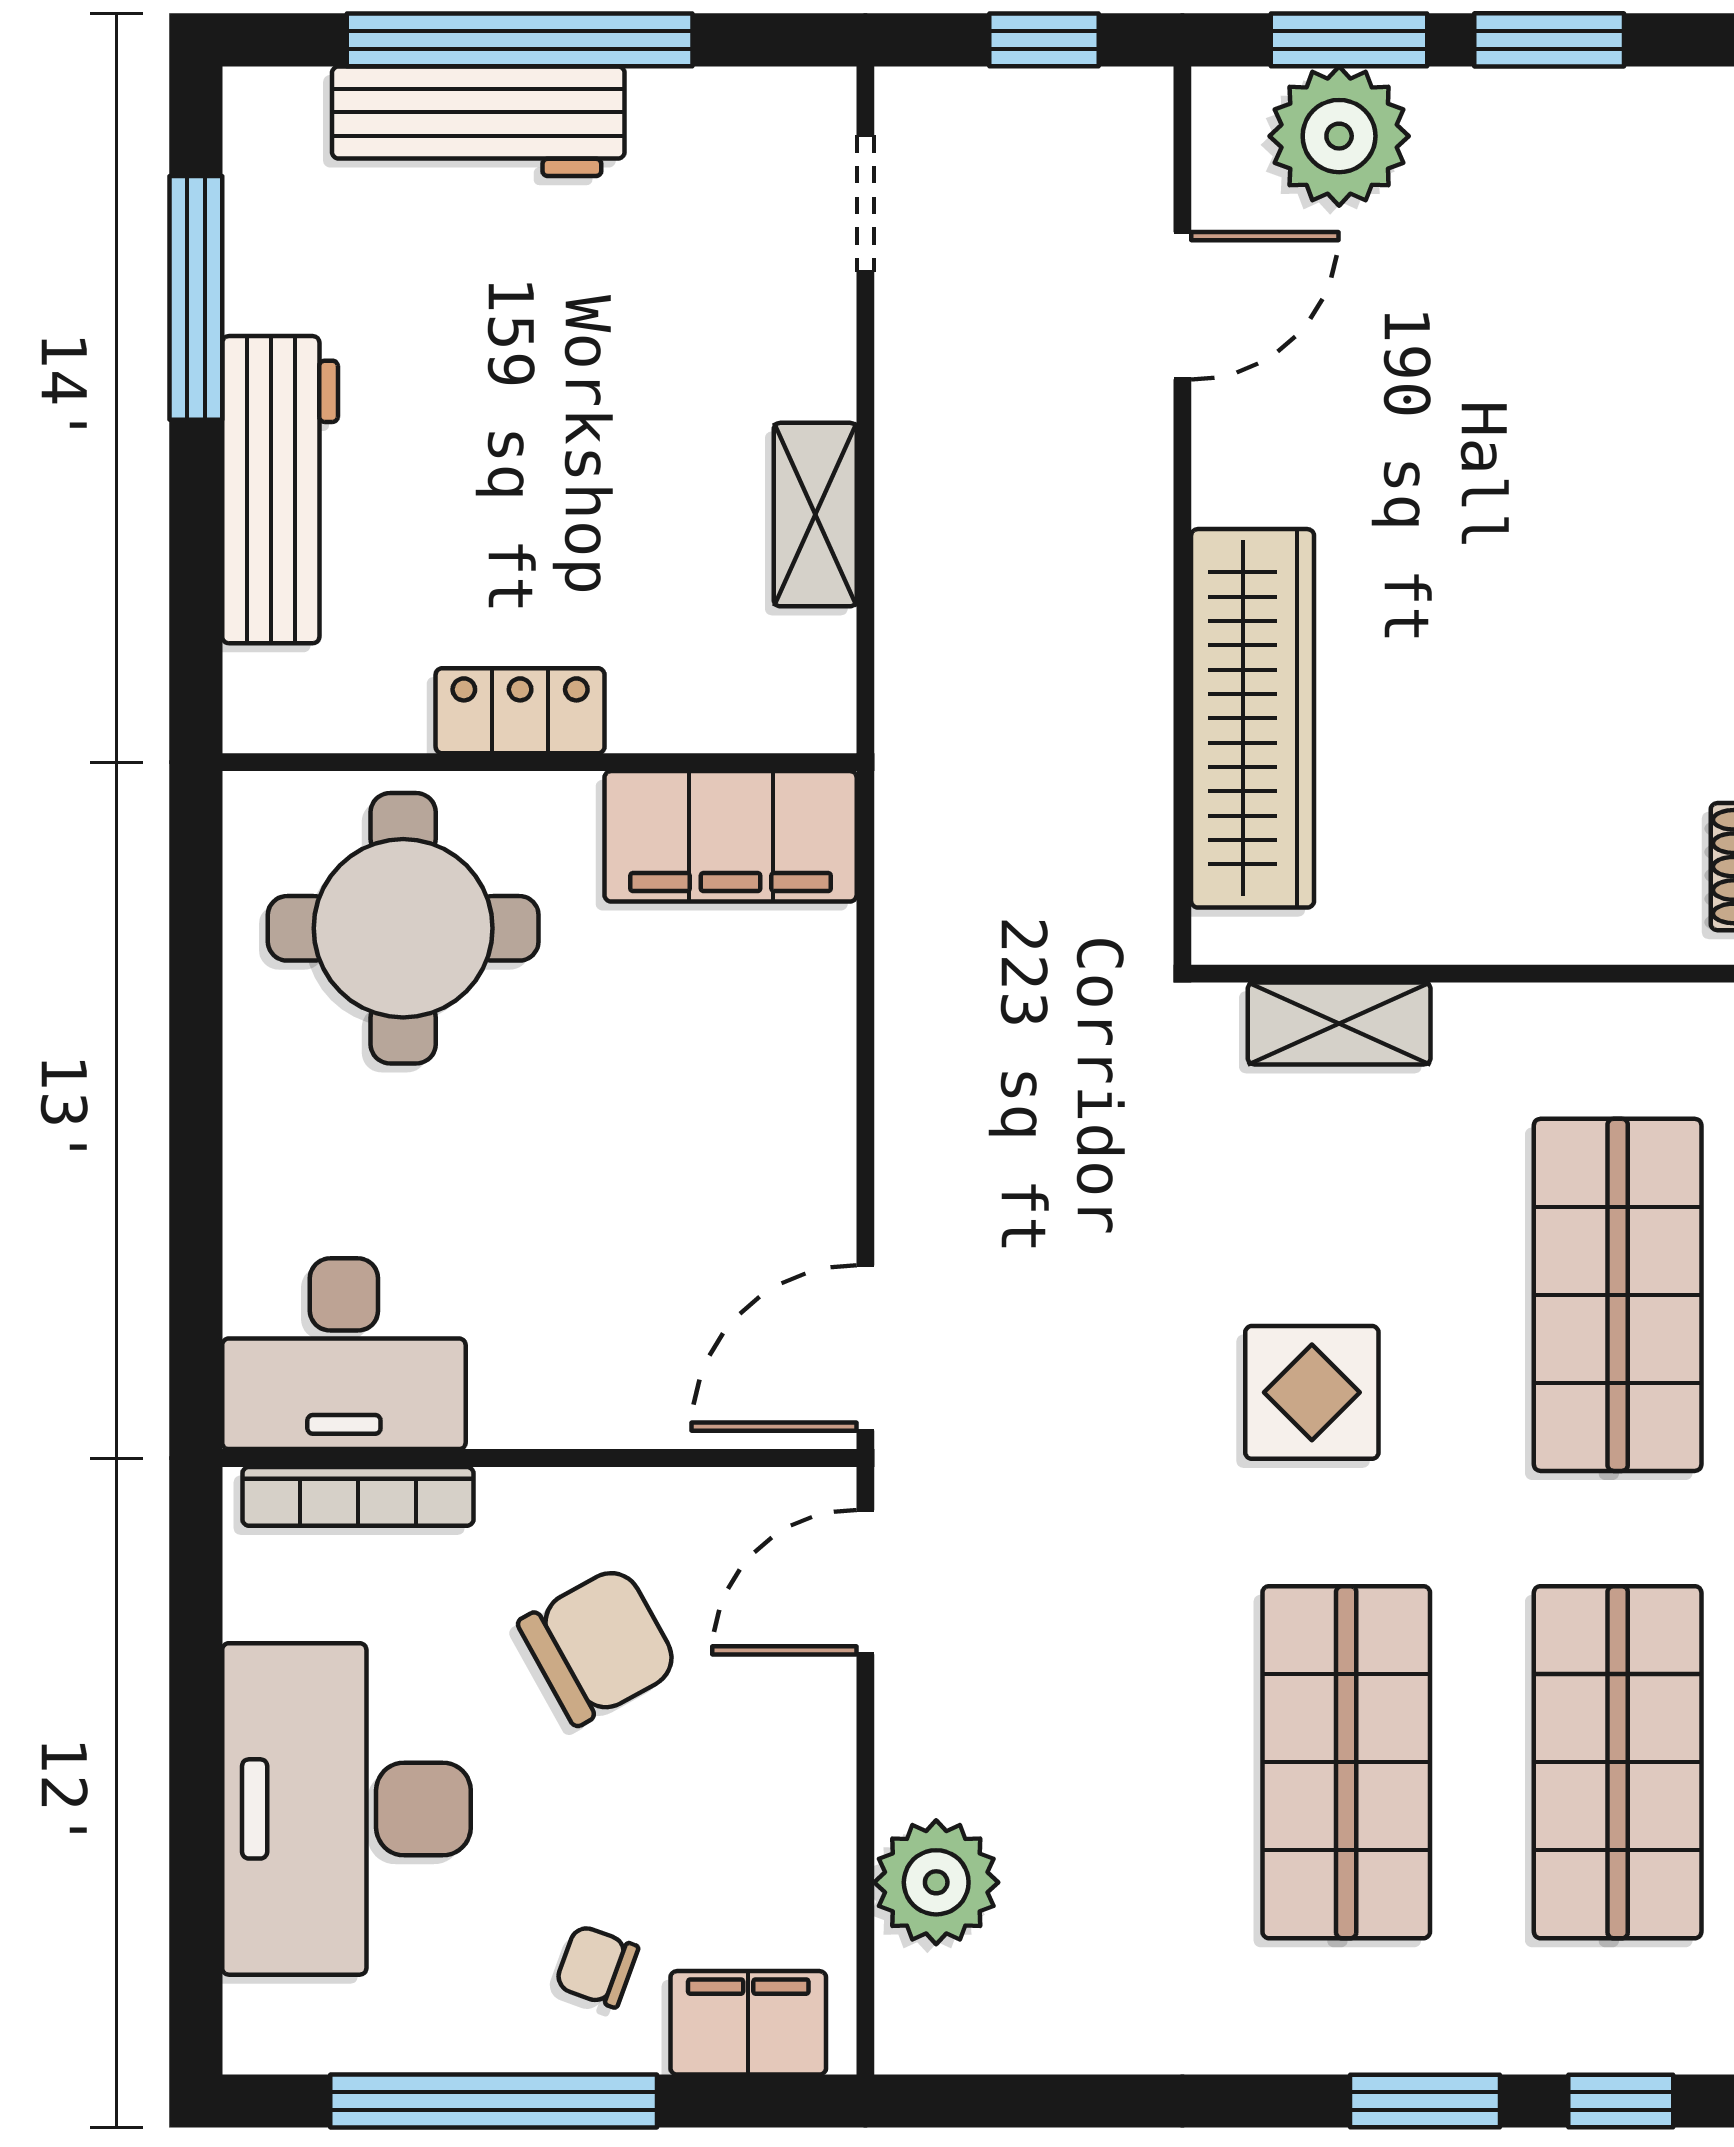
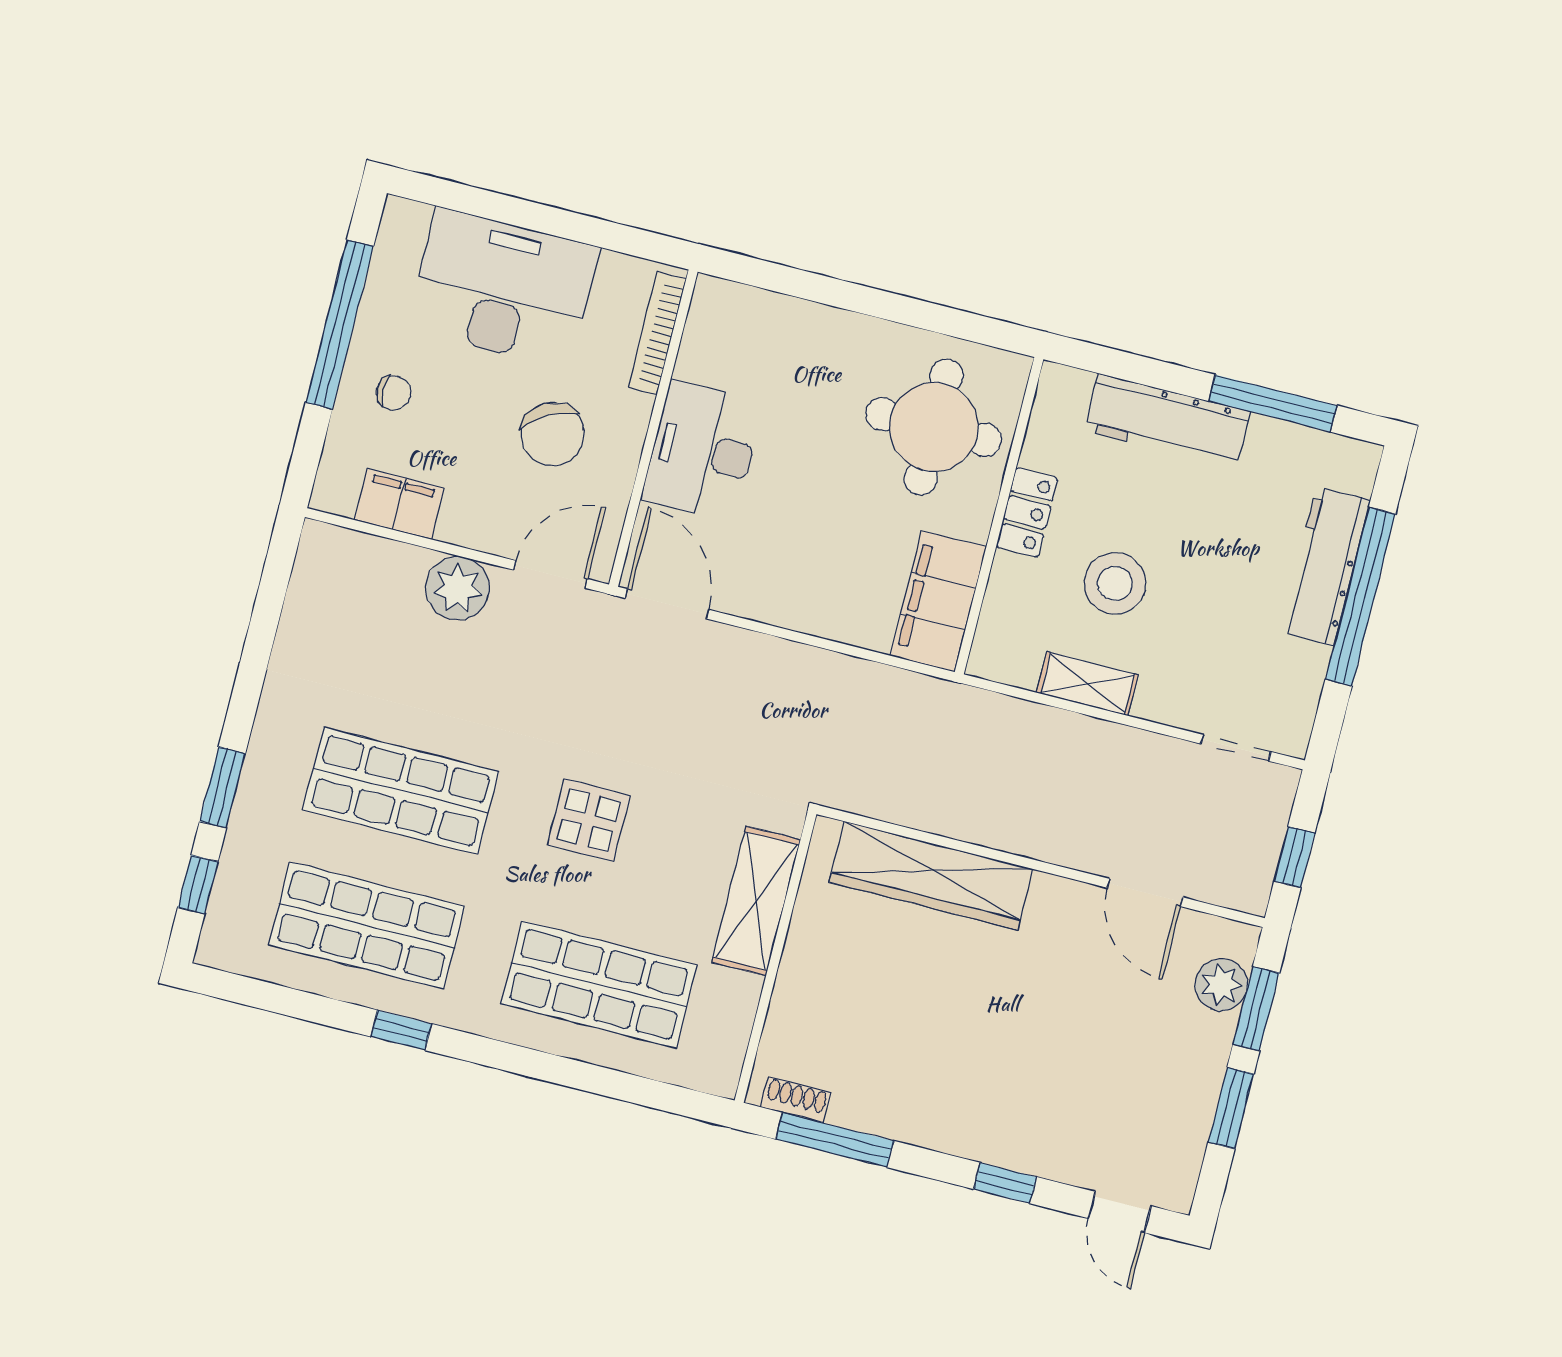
plant: (1339, 136) -> (1221, 985), width x0.73, depth x0.73
stool: (612, 511) -> (1115, 583), added
shelving: (1339, 1023) -> (756, 901), width x1.50, depth x1.33
desk: (344, 1354) -> (703, 451), moved
door: (865, 1582) -> (551, 574), hinge flipped
plant: (936, 1882) -> (457, 588), moved
chair: (597, 1966) -> (394, 393), turned 69
filing cabinet: (748, 2023) -> (399, 504), moved, turned -90

